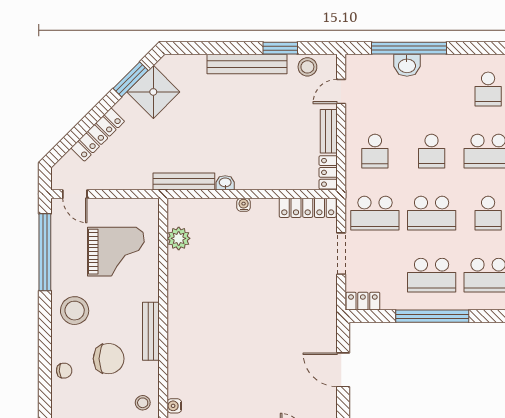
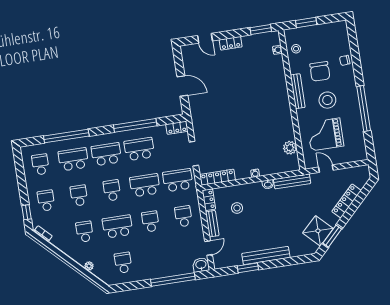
washbasin: (407, 65) -> (201, 265), moved
stool: (307, 67) -> (237, 208), moved
door: (75, 194) -> (326, 169), moved
window: (45, 252) -> (364, 109), moved
stool: (75, 311) -> (327, 100), moved
chair: (109, 359) -> (320, 71), turned -90

